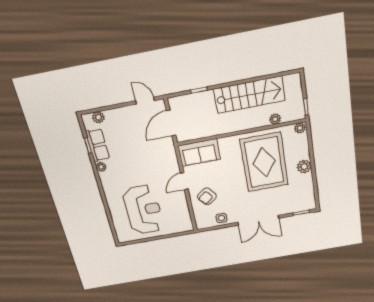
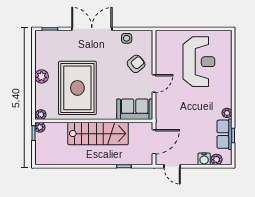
stairs: (249, 95) -> (98, 134), moved, turned 180
water cooler: (112, 115) -> (204, 159), added
plant: (275, 119) -> (40, 127), moved
reception desk: (143, 210) -> (199, 62), turned 180

